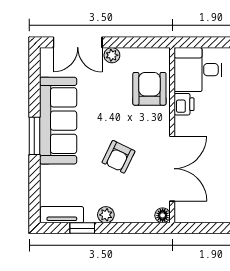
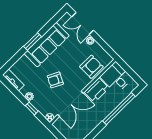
printer: (184, 104) -> (97, 90), width x1.87, depth x1.48
window: (82, 228) -> (32, 108), moved

